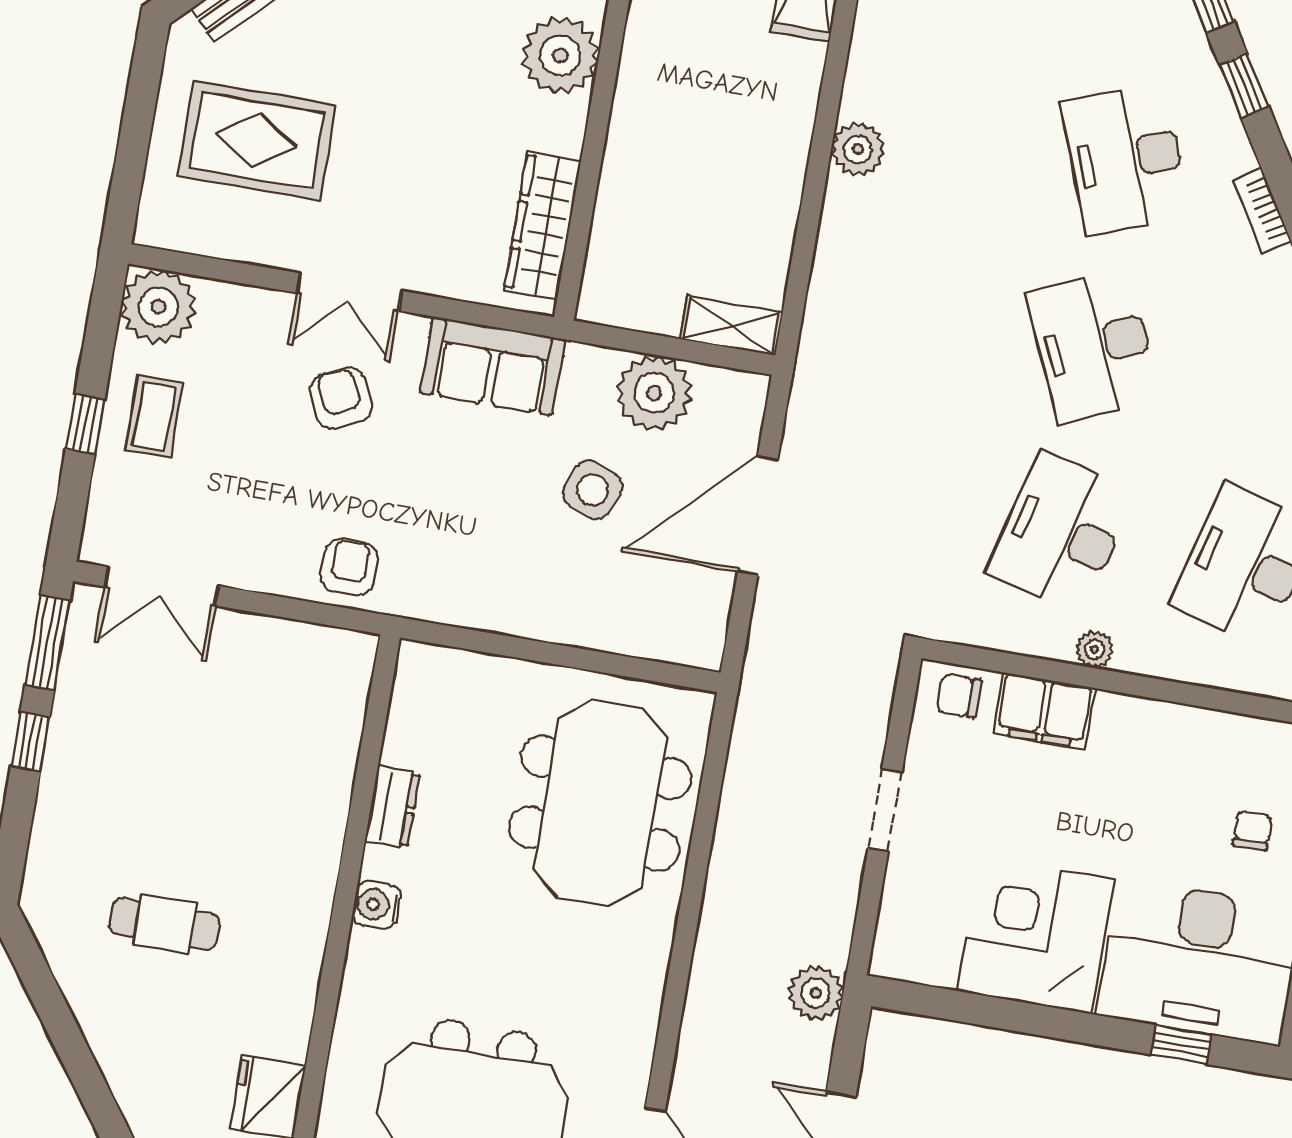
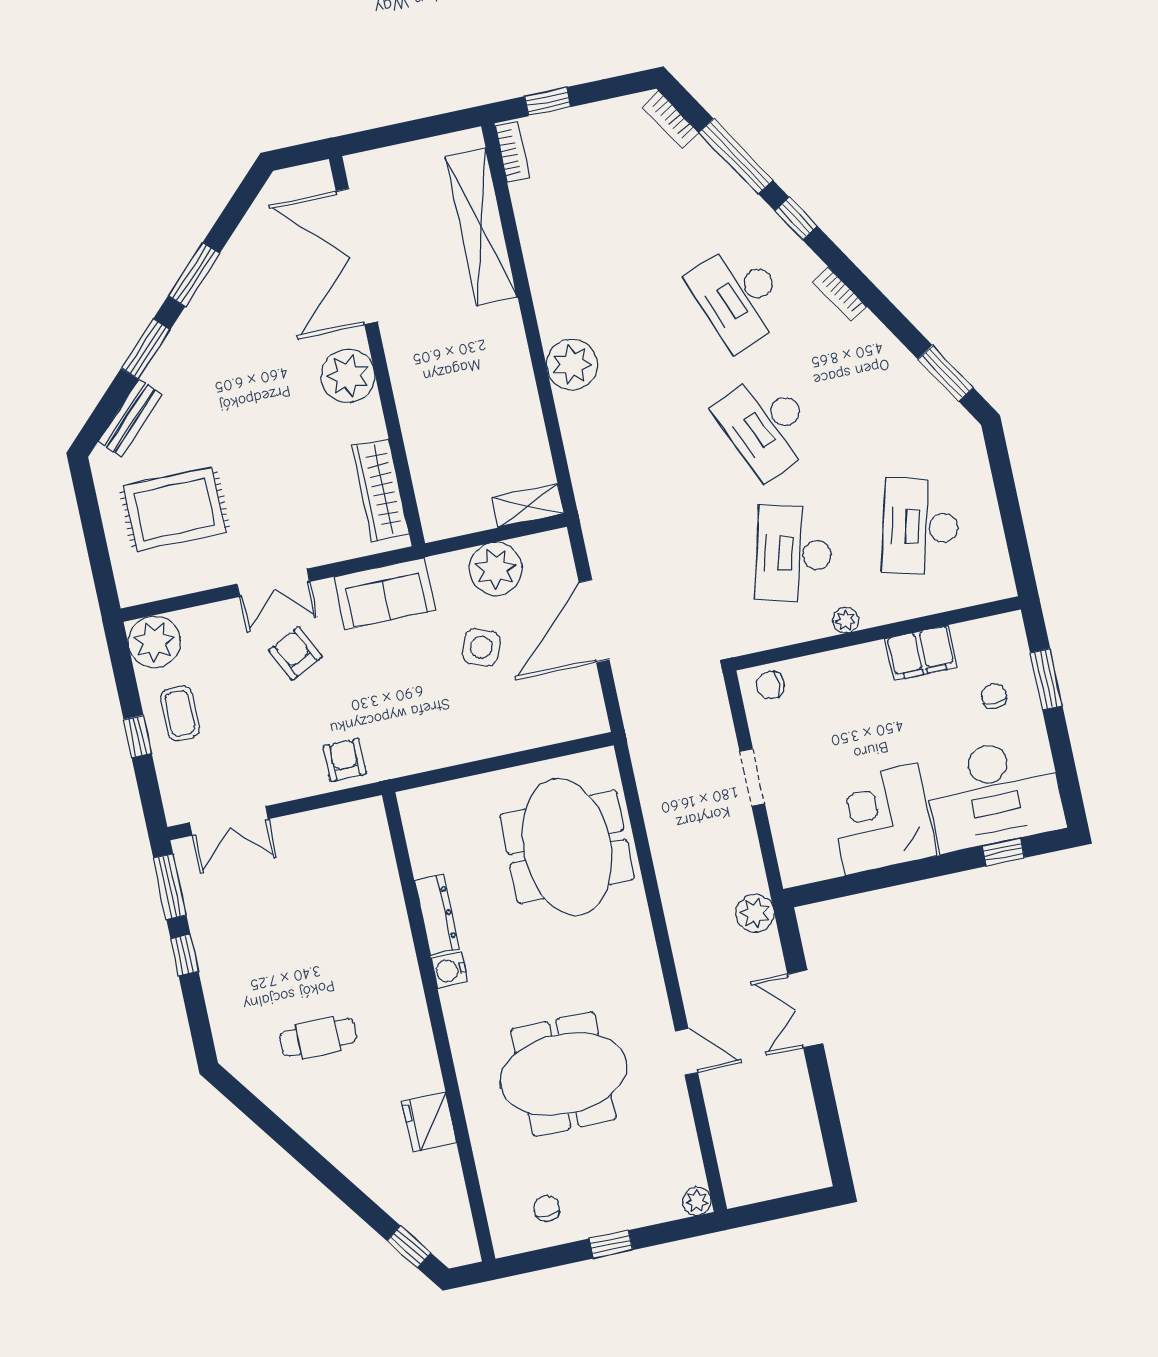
plant: (858, 149) -> (572, 365), width x1.36, depth x1.36
filing cabinet: (1044, 711) -> (921, 653), moved
dresser: (393, 807) -> (437, 915), width x1.44

